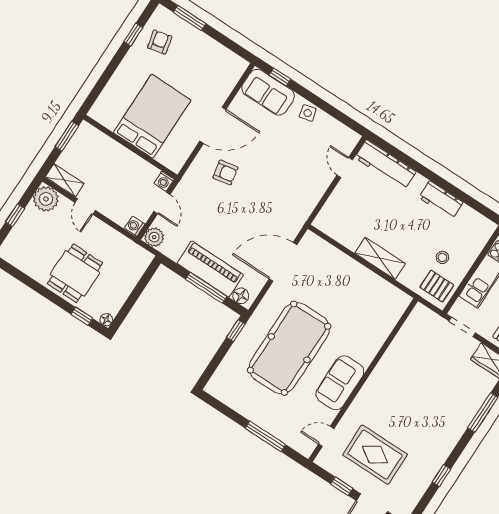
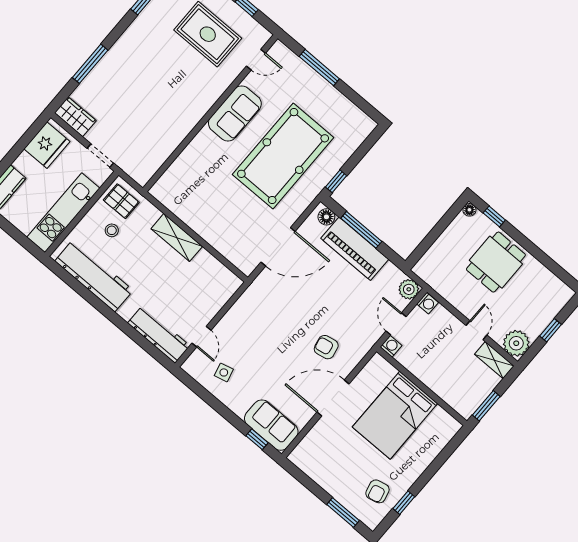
side table: (308, 113) -> (224, 372), moved
workbench: (441, 200) -> (94, 276), width x1.88, depth x1.32

